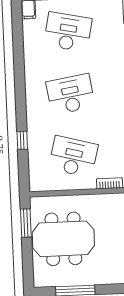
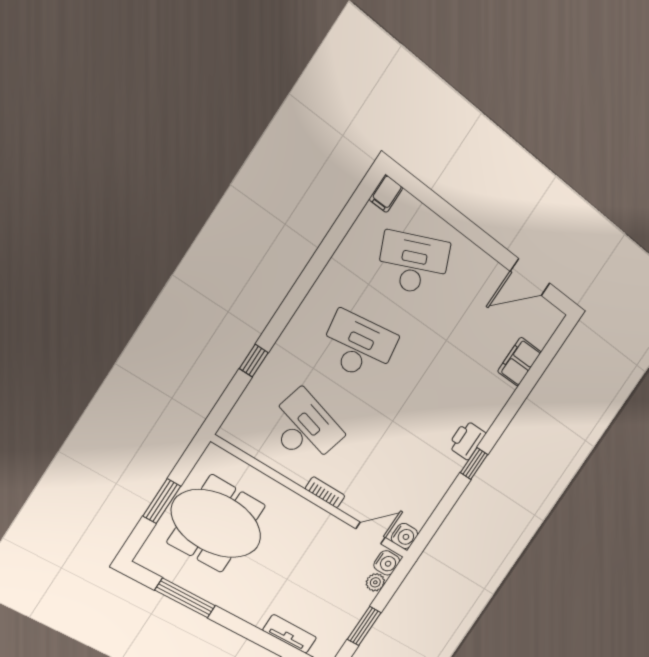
desk: (68, 32) -> (413, 263), turned -36
window: (26, 223) -> (162, 501), moved

